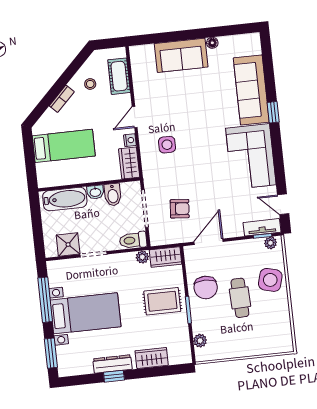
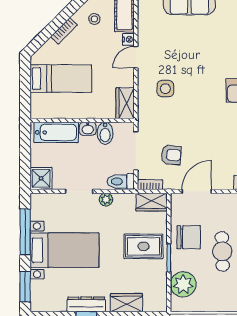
nightstand: (130, 140) -> (128, 39), moved
bookcase: (162, 240) -> (150, 185), added
shower: (68, 245) -> (41, 178), moved
plant: (142, 257) -> (106, 200), moved
chair: (206, 287) -> (189, 237), turned -90
plant: (200, 341) -> (183, 284), width x1.87, depth x1.87

